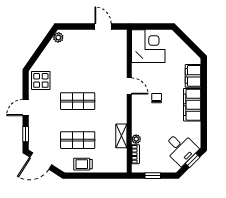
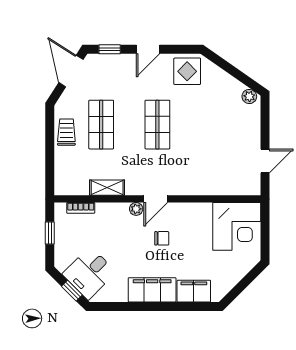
door: (129, 86) -> (156, 199), moved
door: (26, 108) -> (148, 49), swing flipped
plant: (136, 139) -> (136, 209), moved

